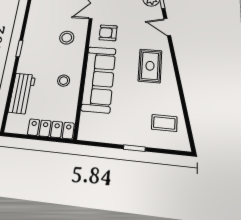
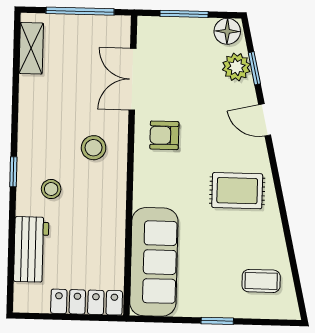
rug: (150, 66) -> (237, 191), turned 90
sofa: (99, 79) -> (154, 262), moved
stool: (64, 81) -> (51, 189), moved

